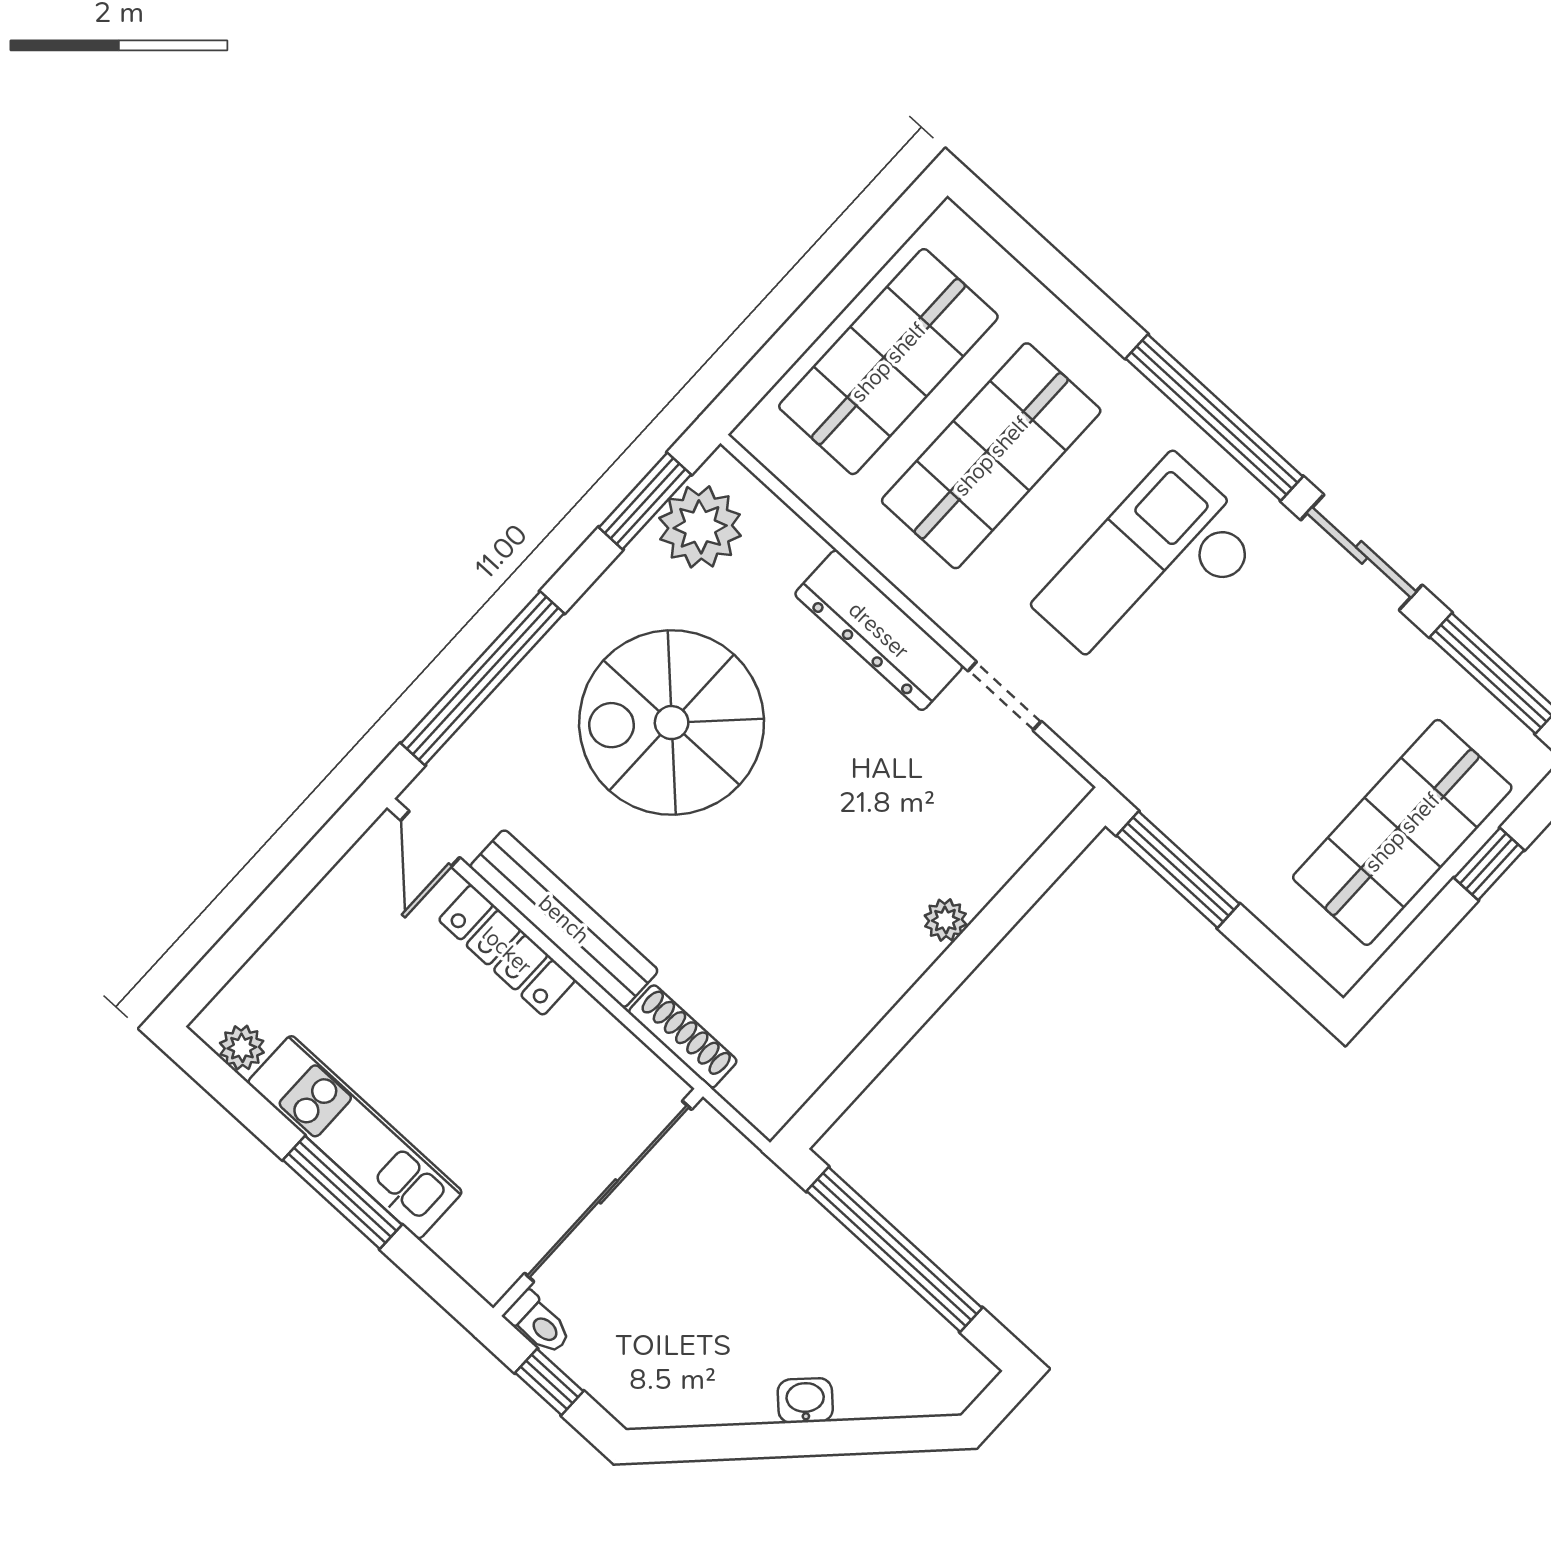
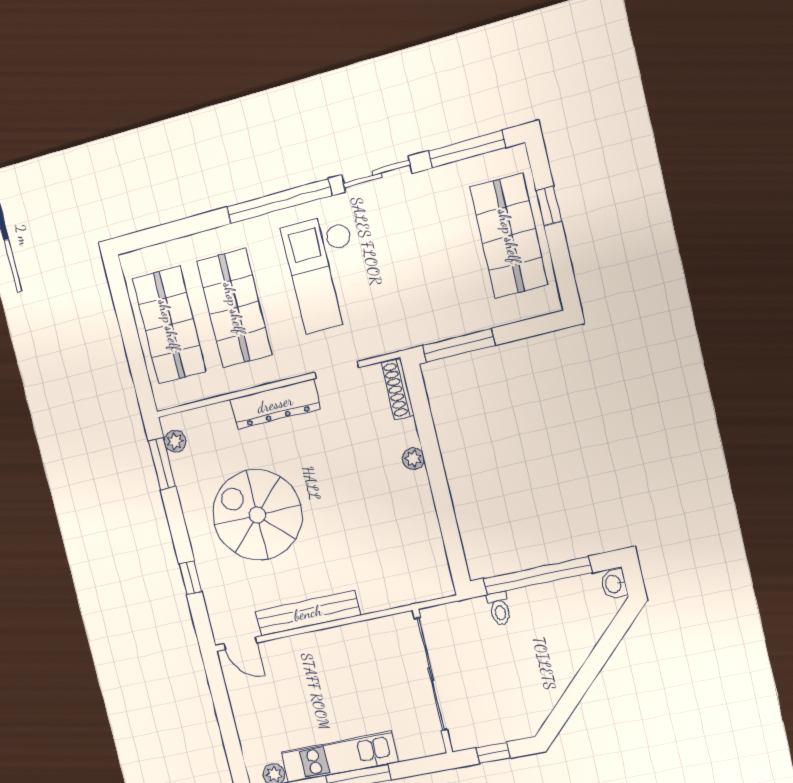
plant: (700, 527) -> (175, 441), width x0.53, depth x0.53
window: (483, 678) -> (190, 578), width x0.32
spiral stairs: (672, 723) -> (257, 515), turned 90
locker: (507, 950) -> (305, 645), removed
shoe rack: (683, 1036) -> (398, 389), moved, turned -90
toilet: (538, 1323) -> (499, 608), moved, turned 90
washbasin: (805, 1401) -> (614, 584), moved, turned -45

